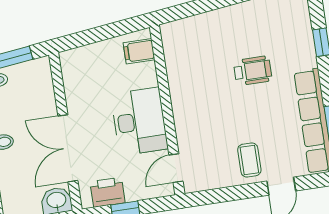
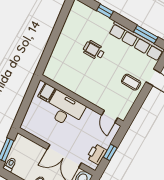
wheelchair: (253, 71) -> (94, 50), turned -90
desk: (139, 121) -> (65, 109), moved

